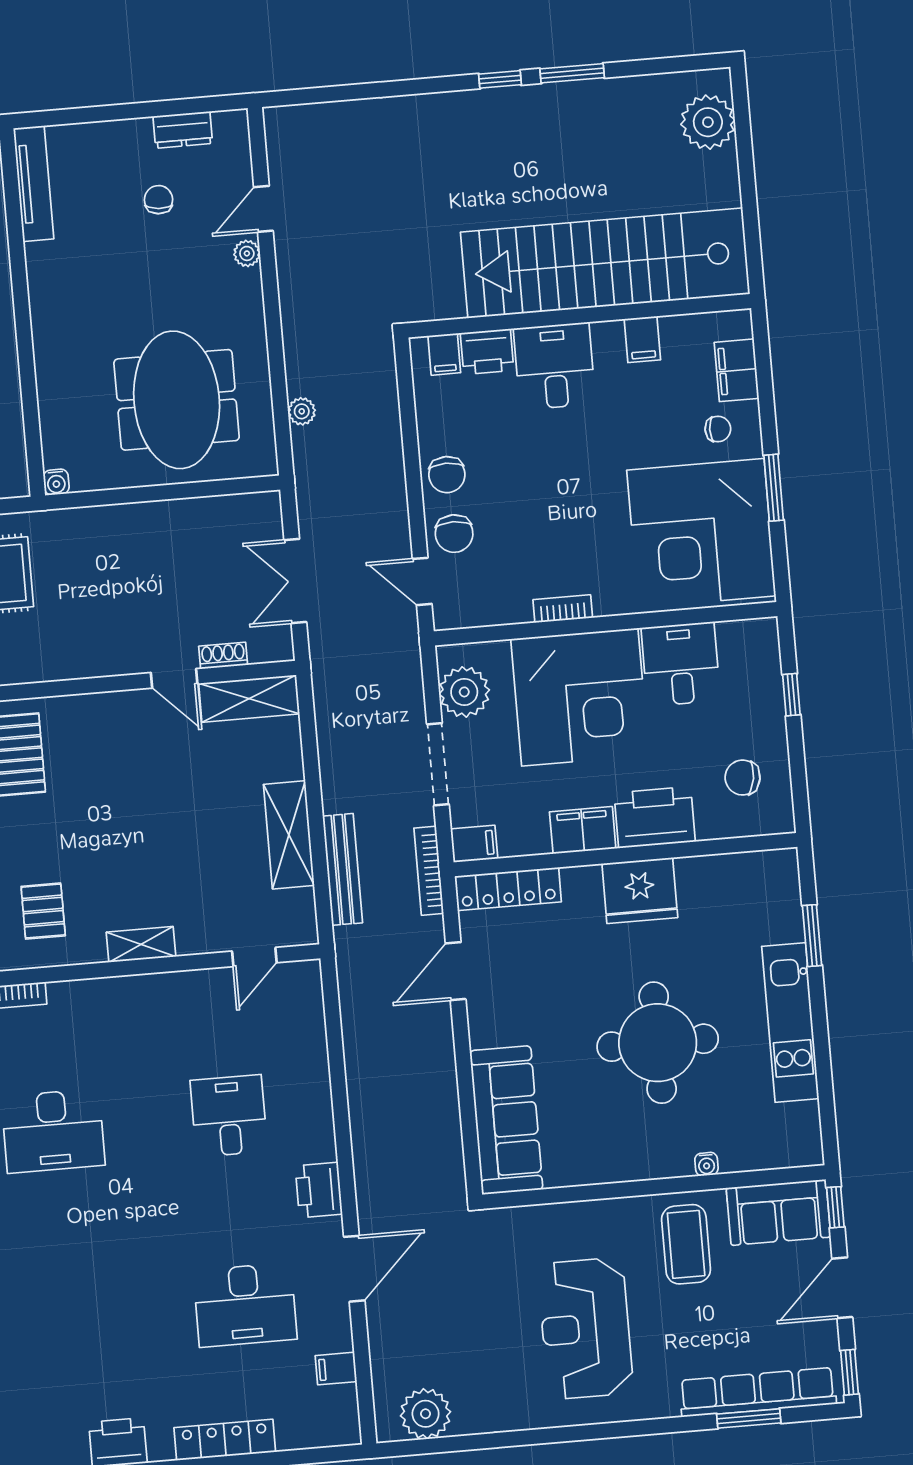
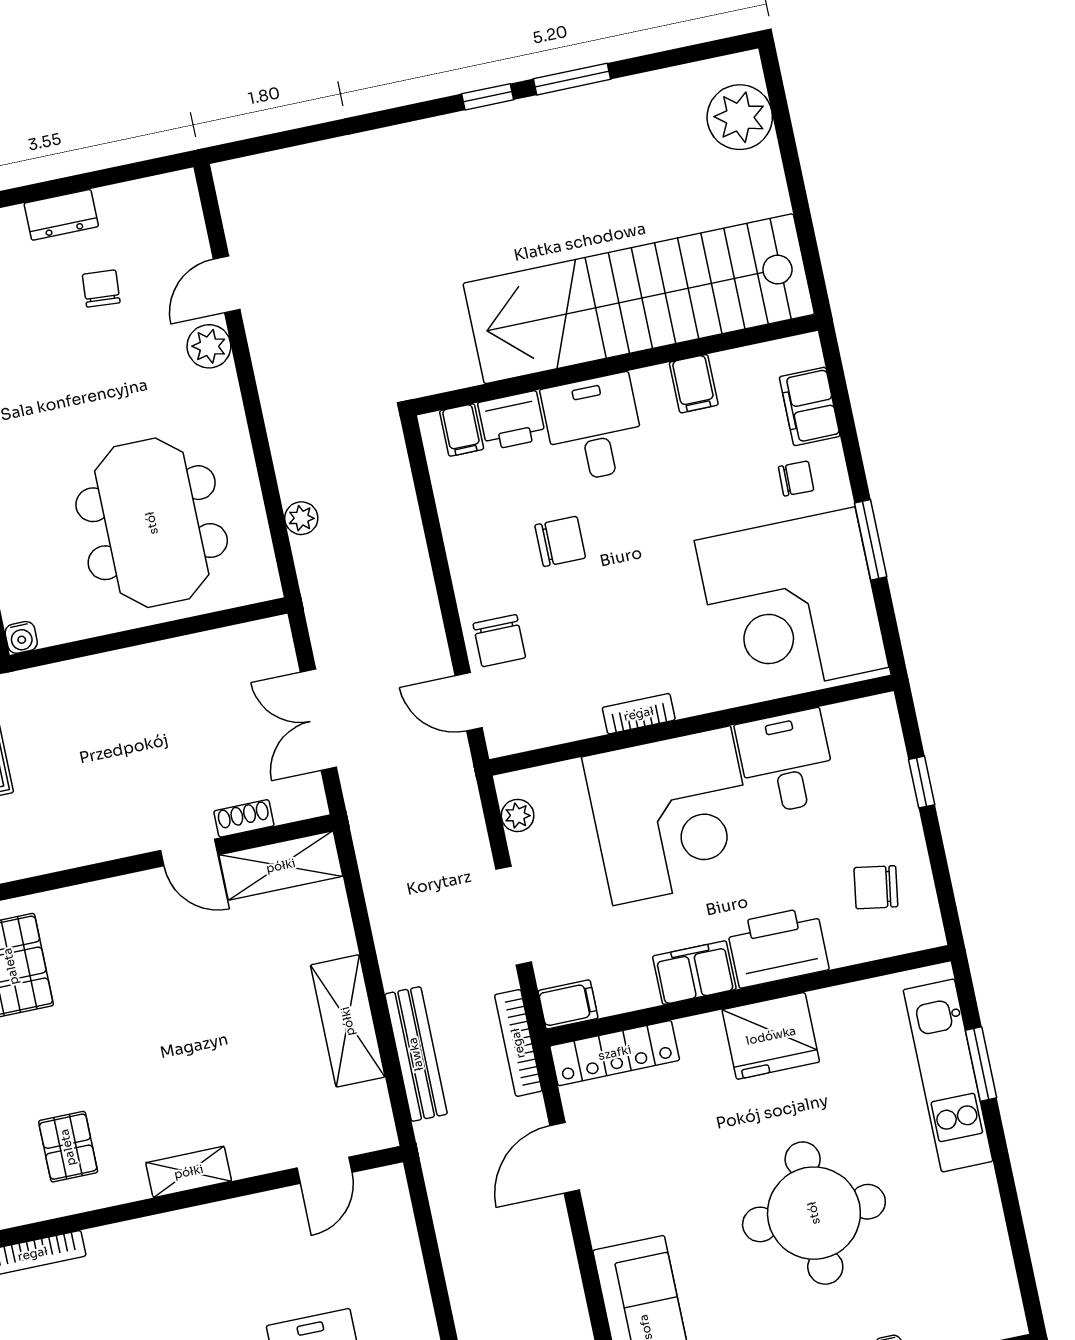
dresser: (183, 130) -> (61, 215), moved
plant: (247, 253) -> (209, 346), width x1.38, depth x1.38
chair: (447, 475) -> (560, 541), moved, turned -90
plant: (464, 692) -> (518, 815), width x0.53, depth x0.53
kitchen unit: (790, 1023) -> (948, 1075), moved

